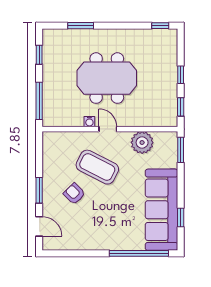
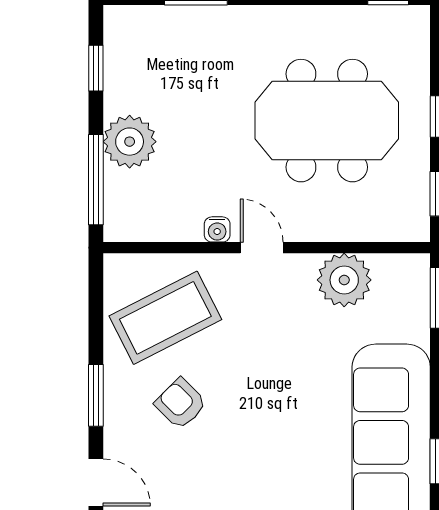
meeting table: (107, 78) -> (327, 121), moved
plant: (53, 85) -> (130, 142), added
coffee table: (97, 167) -> (165, 318), moved, turned -54

